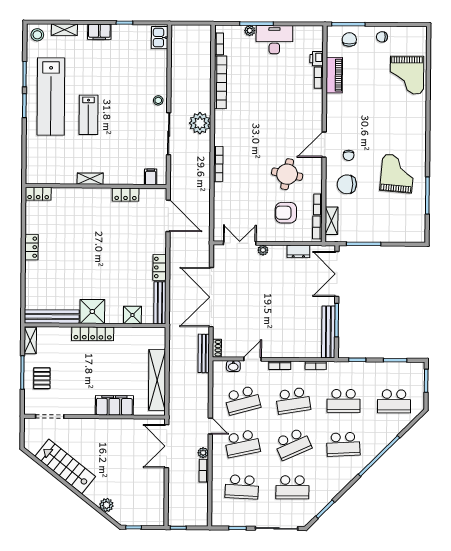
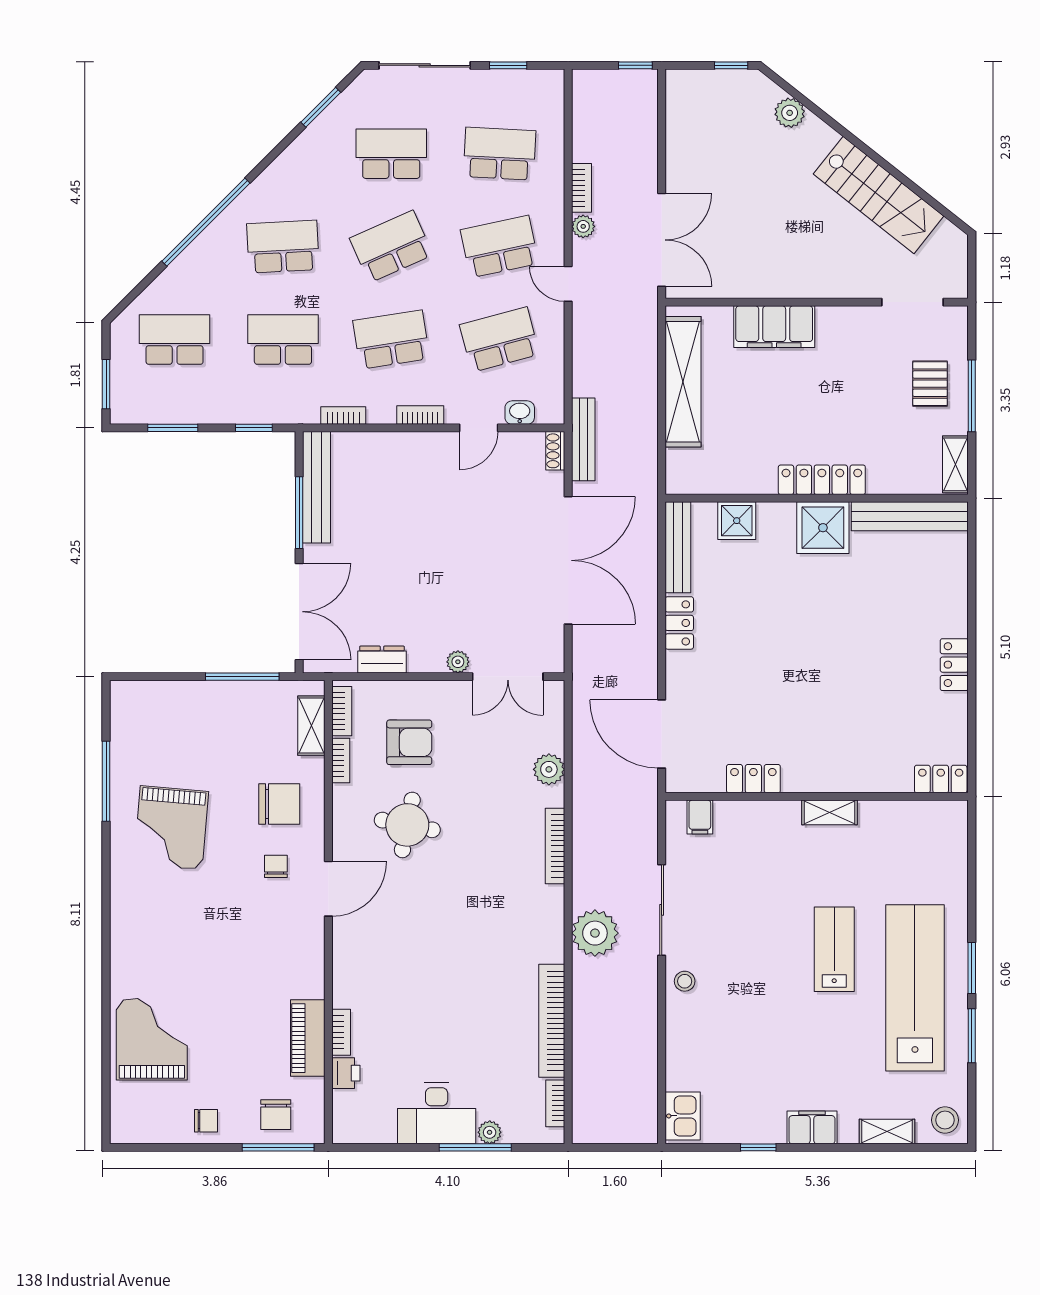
plant: (221, 200) -> (549, 769), added

